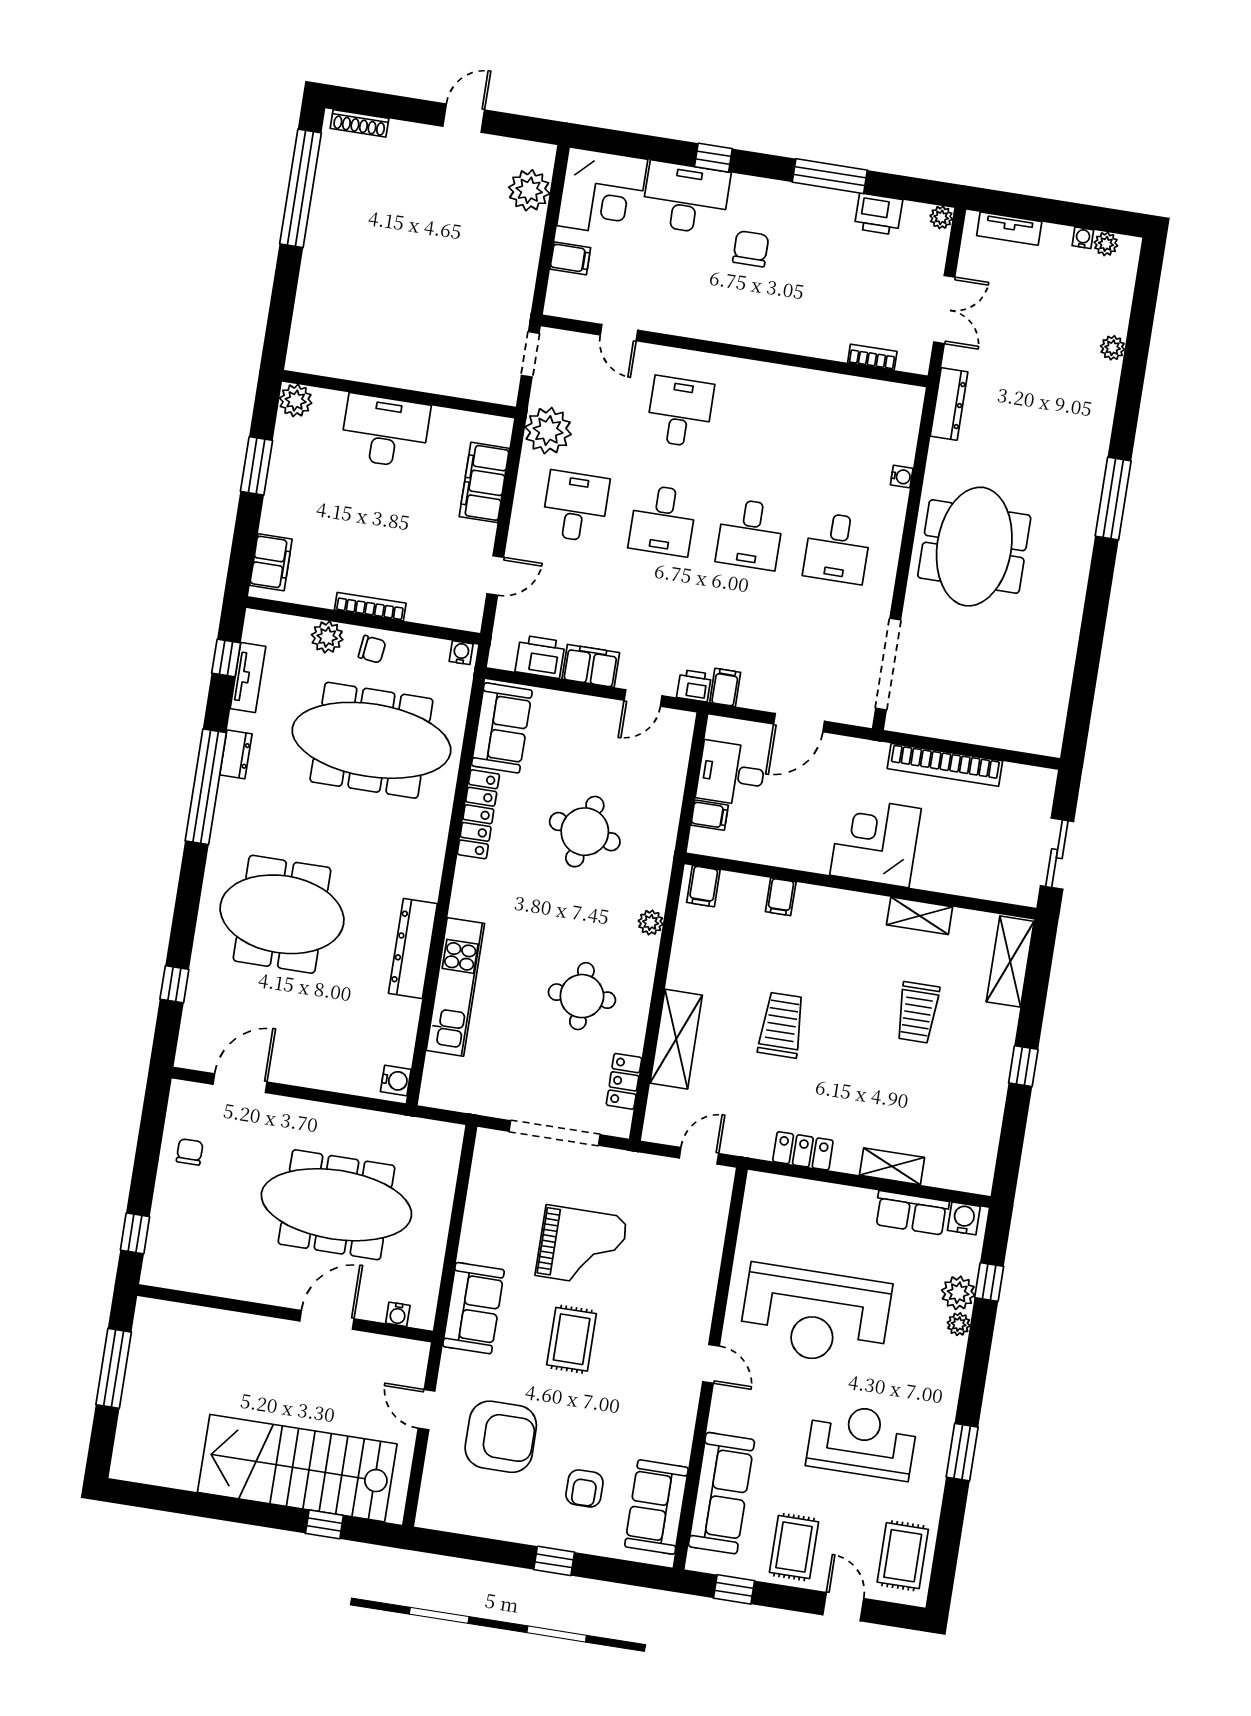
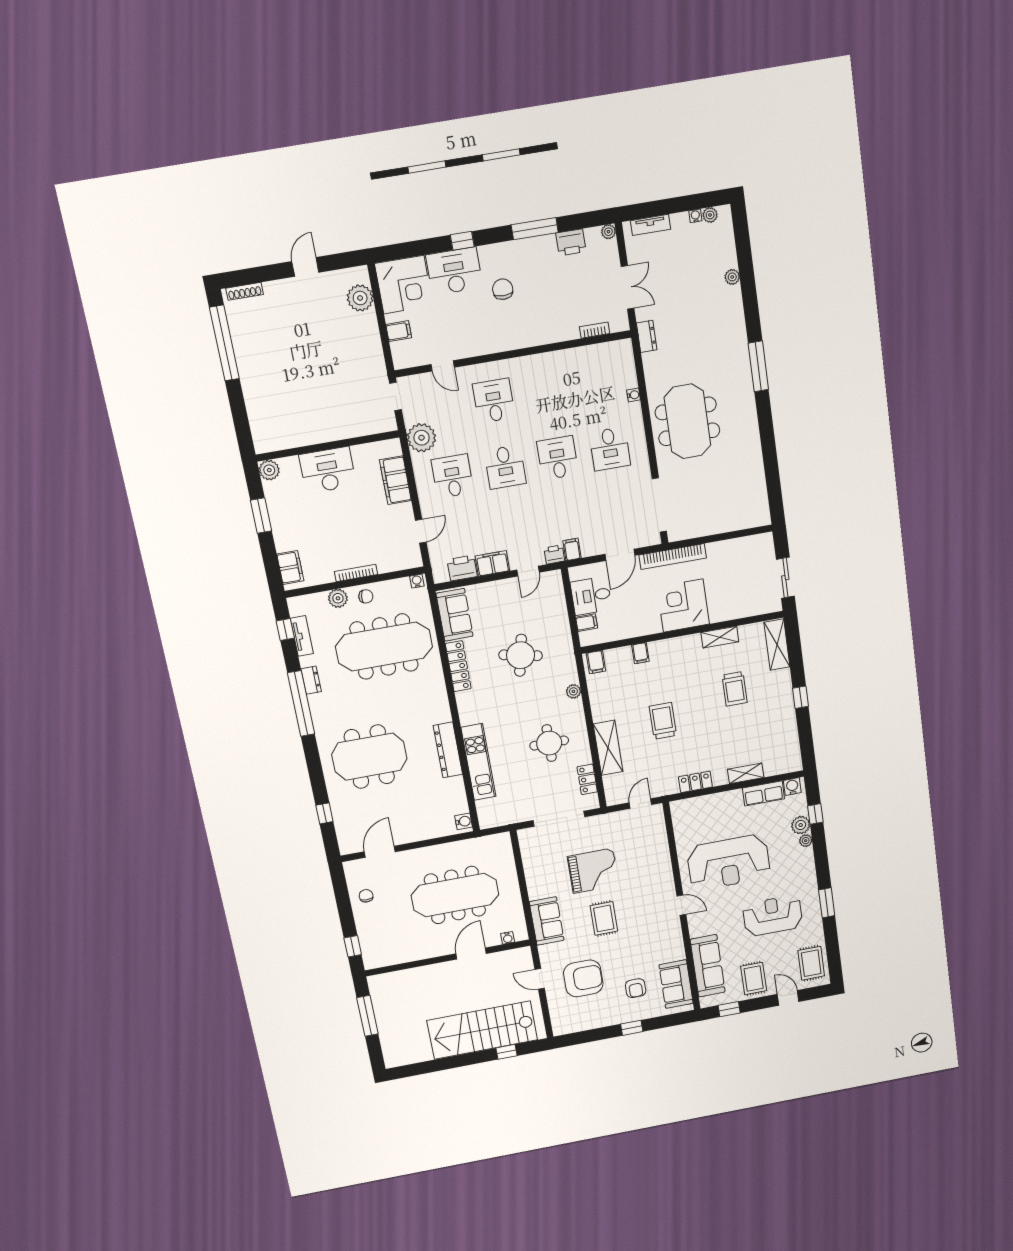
dresser: (949, 404) -> (647, 336), width x0.70
desk: (750, 534) -> (558, 458), turned 180
bookcase: (945, 765) -> (673, 557), moved

